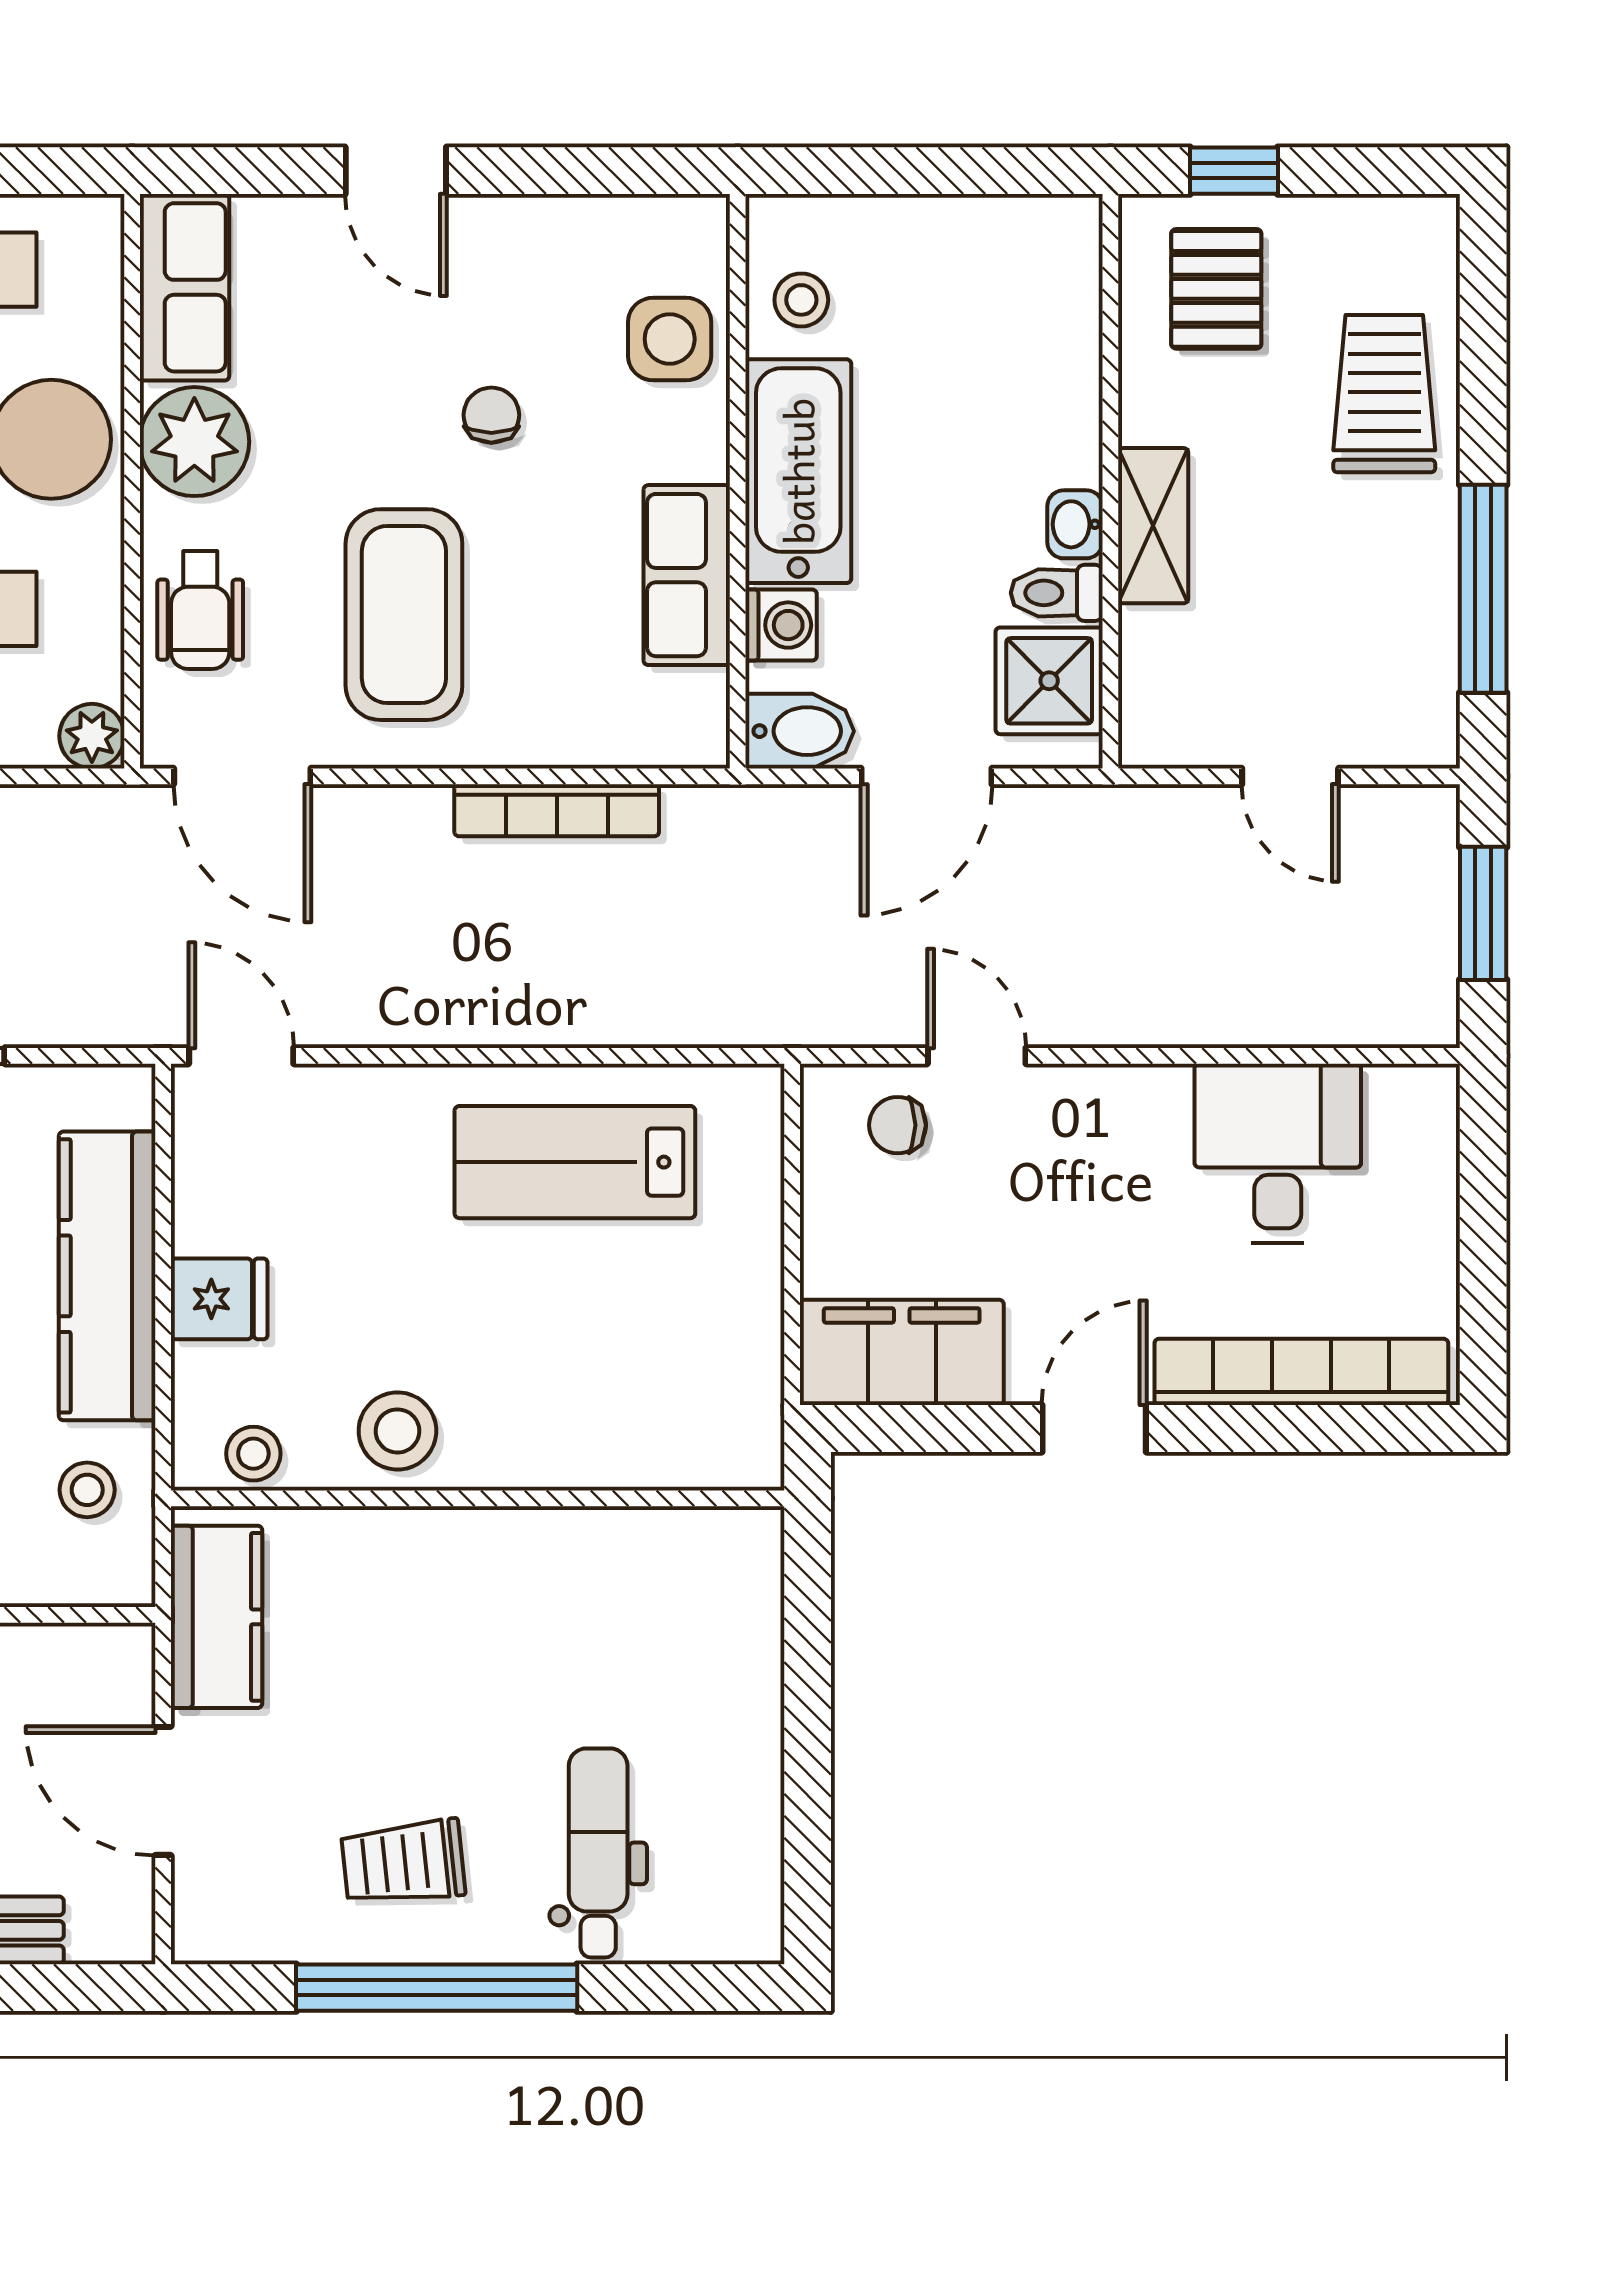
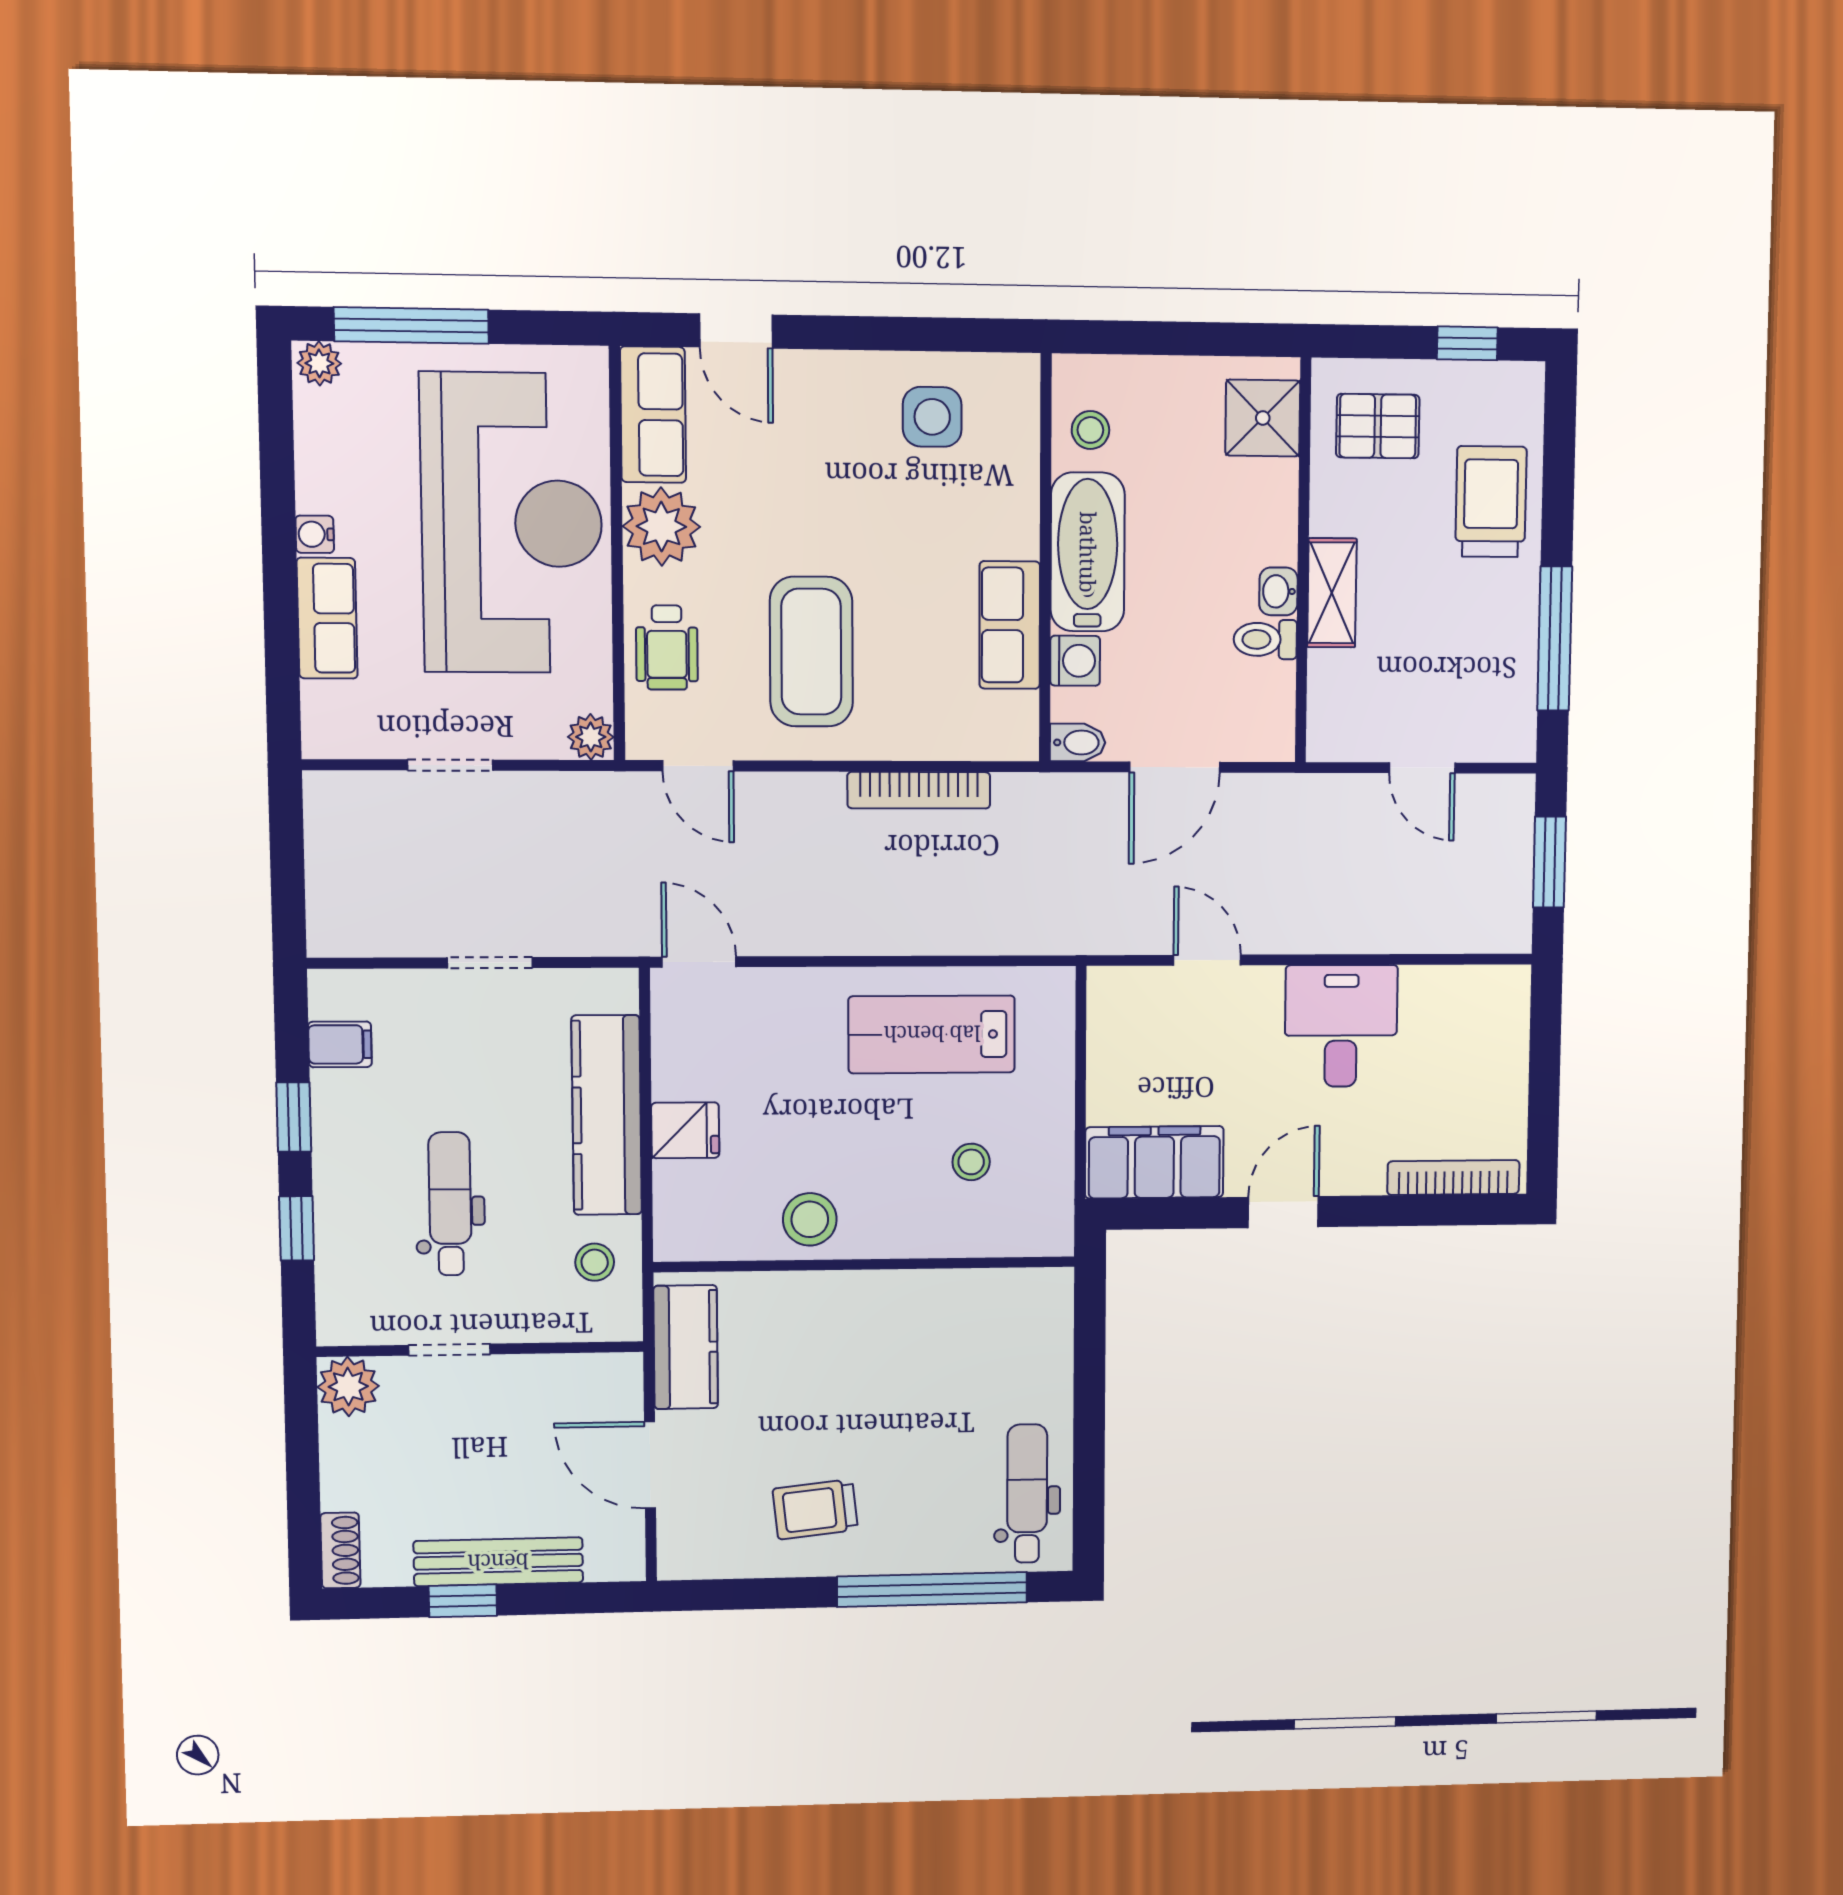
door: (396, 171) -> (736, 331), moved
window: (1234, 171) -> (1467, 343), moved
pallet: (1216, 289) -> (1378, 426), turned 90
side table: (670, 339) -> (932, 417), moved
chair: (491, 415) -> (873, 510), removed
shower: (1049, 681) -> (1263, 418), moved
bidet: (800, 731) -> (1078, 742), width x0.72, depth x0.74
door: (242, 776) -> (698, 766), width x0.73
chair: (898, 1125) -> (1153, 1008), removed
desk: (1278, 1153) -> (1341, 1026), moved
bookcase: (1301, 1372) -> (1453, 1178), width x0.68, depth x0.76
stool: (253, 1454) -> (971, 1162), moved
dental chair: (598, 1853) -> (1027, 1494), moved
window: (437, 1988) -> (932, 1589), moved

